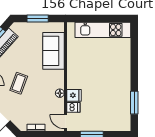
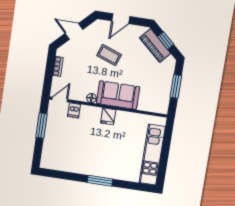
sofa: (53, 51) -> (118, 95), moved
fridge: (74, 95) -> (108, 116), moved
window: (134, 103) -> (100, 181), moved

